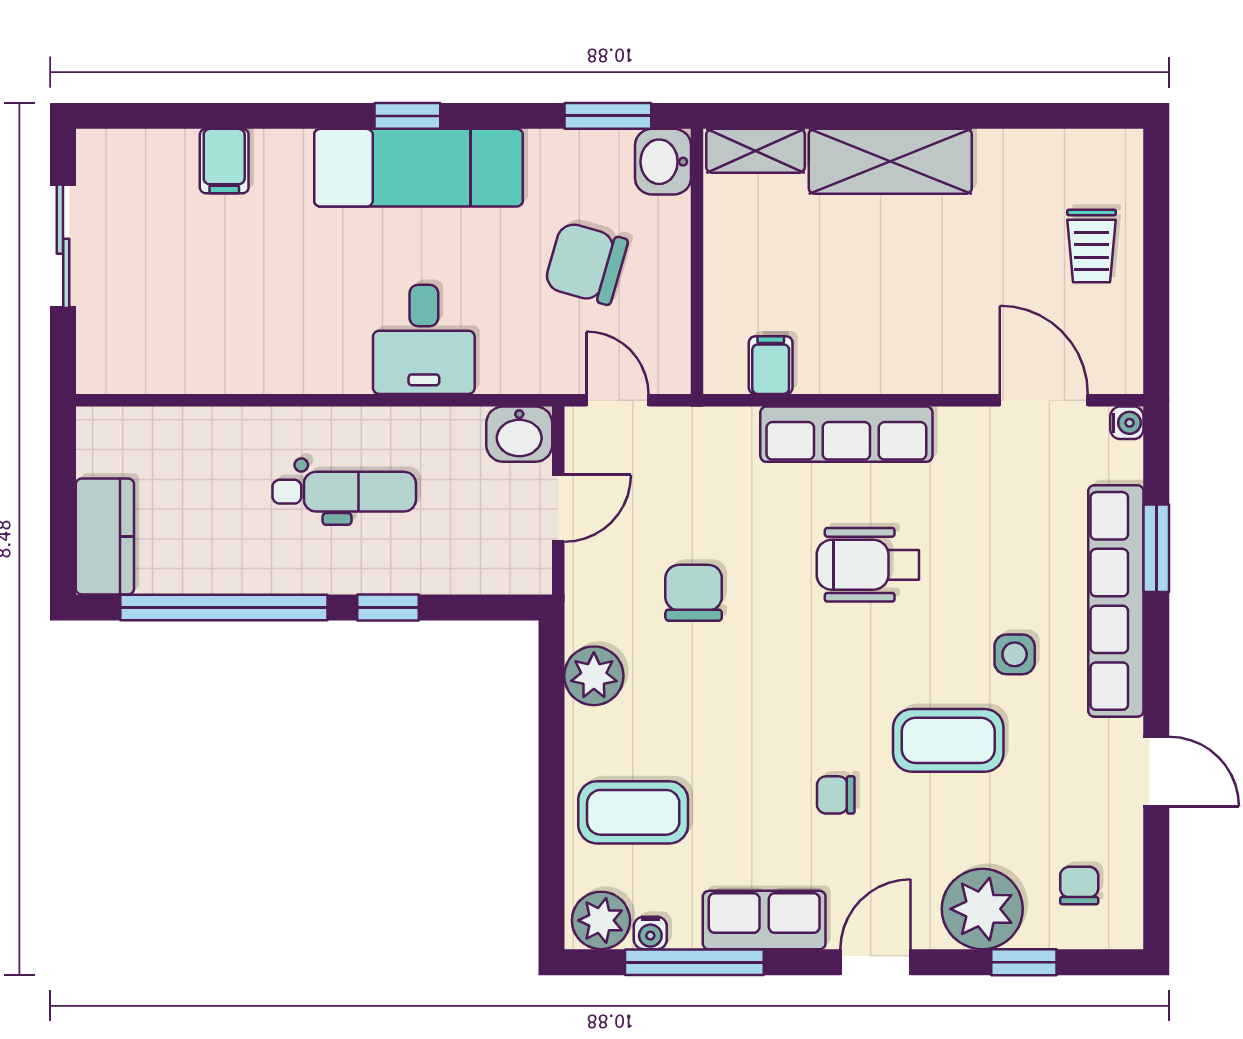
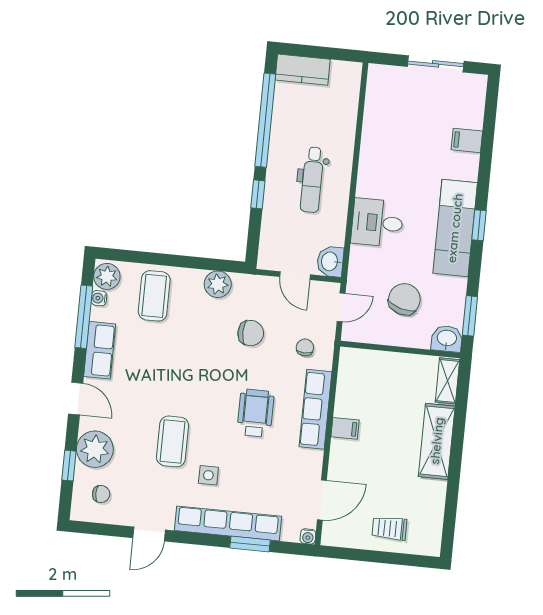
filing cabinet: (771, 365) -> (345, 428), moved
chair: (836, 795) -> (305, 347), moved

